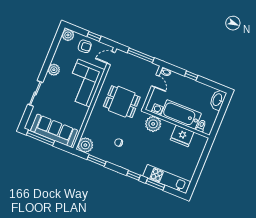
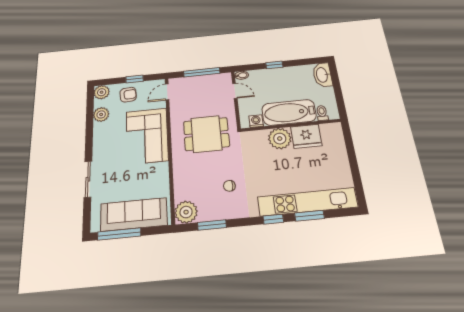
plant: (54, 70) -> (101, 114), moved
plant: (153, 124) -> (280, 139), moved
kitchen unit: (167, 179) -> (307, 202), width x1.36

